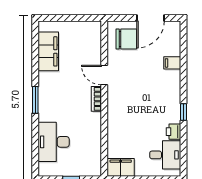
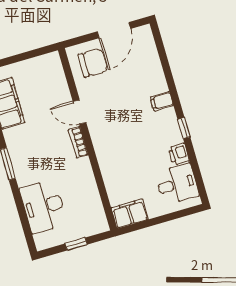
filing cabinet: (172, 63) -> (162, 101), moved

